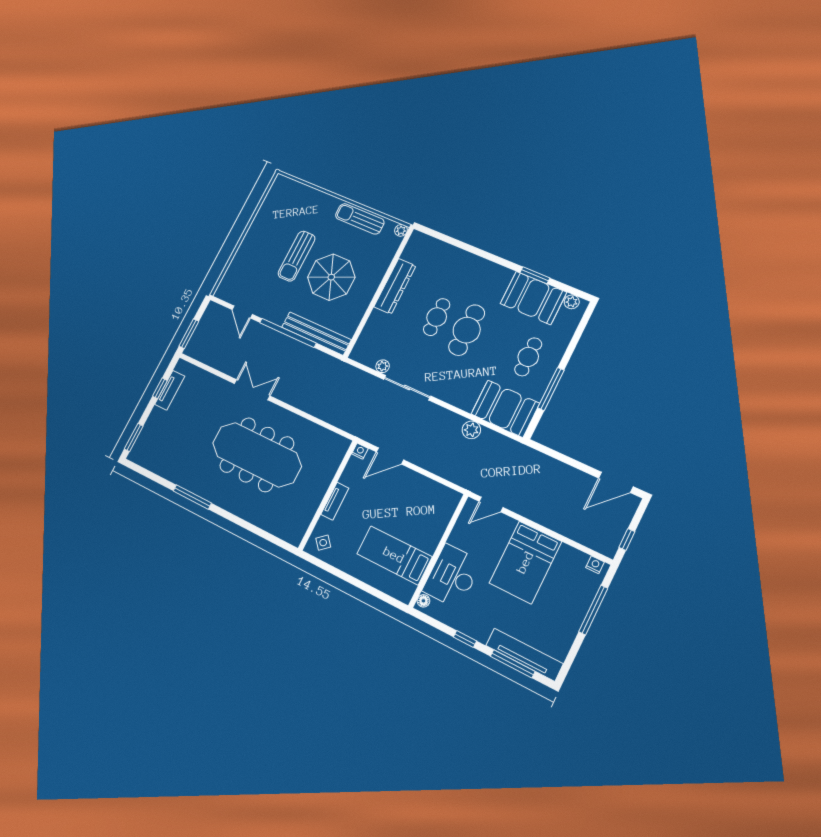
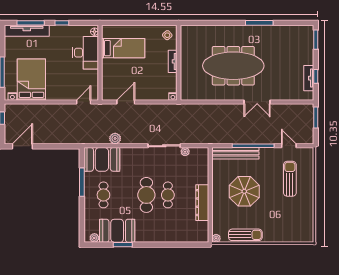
sun lounger: (297, 256) -> (290, 179), moved
door: (390, 456) -> (126, 102), moved
bed: (525, 562) -> (31, 80), moved

